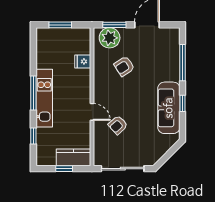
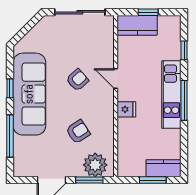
kitchen counter: (51, 35) -> (163, 168), added
fridge: (83, 61) -> (126, 109), moved
sofa: (169, 108) -> (29, 94), width x1.36, depth x1.27
armchair: (118, 125) -> (77, 80), moved

